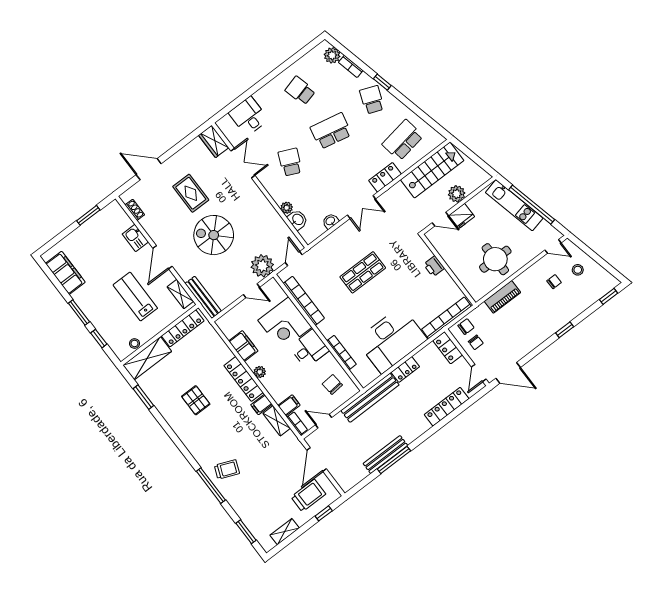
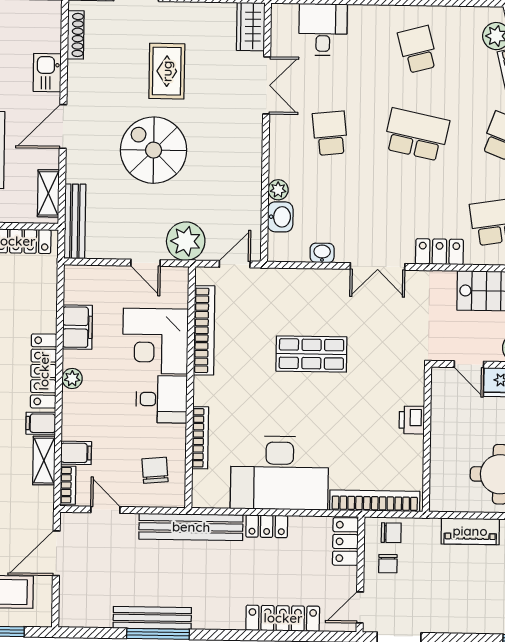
school desk: (290, 162) -> (330, 133), turned -30
shoe rack: (135, 210) -> (76, 35), width x1.43

